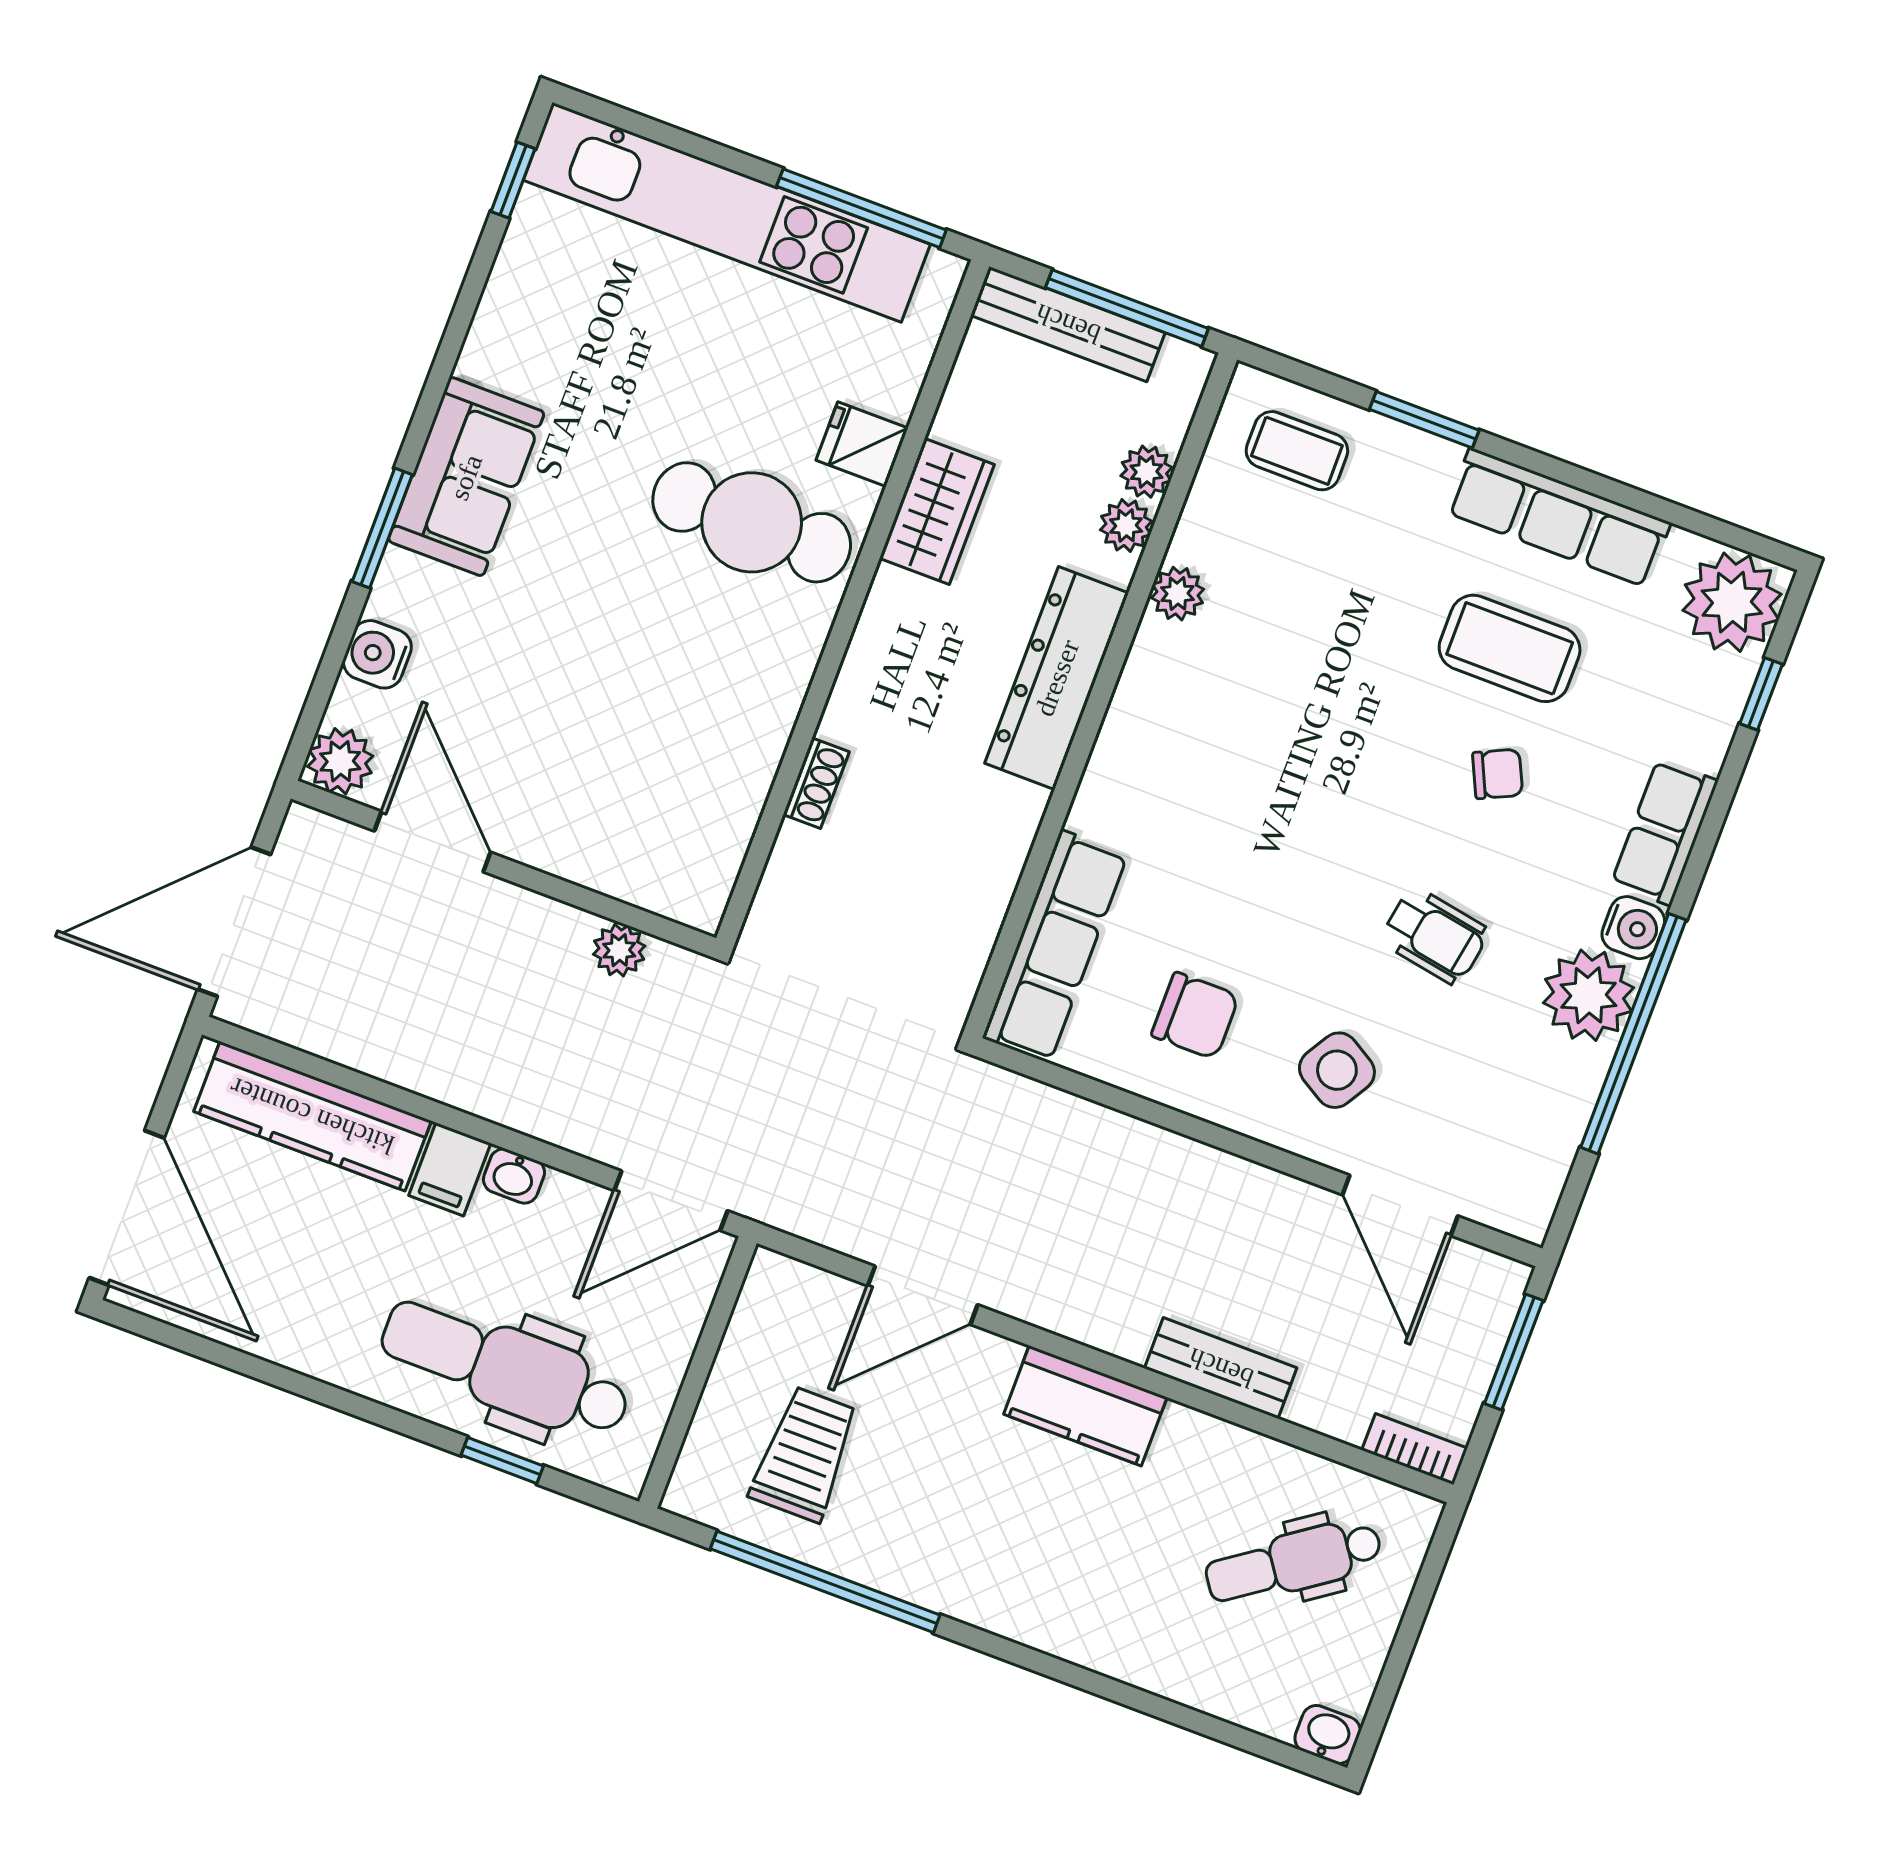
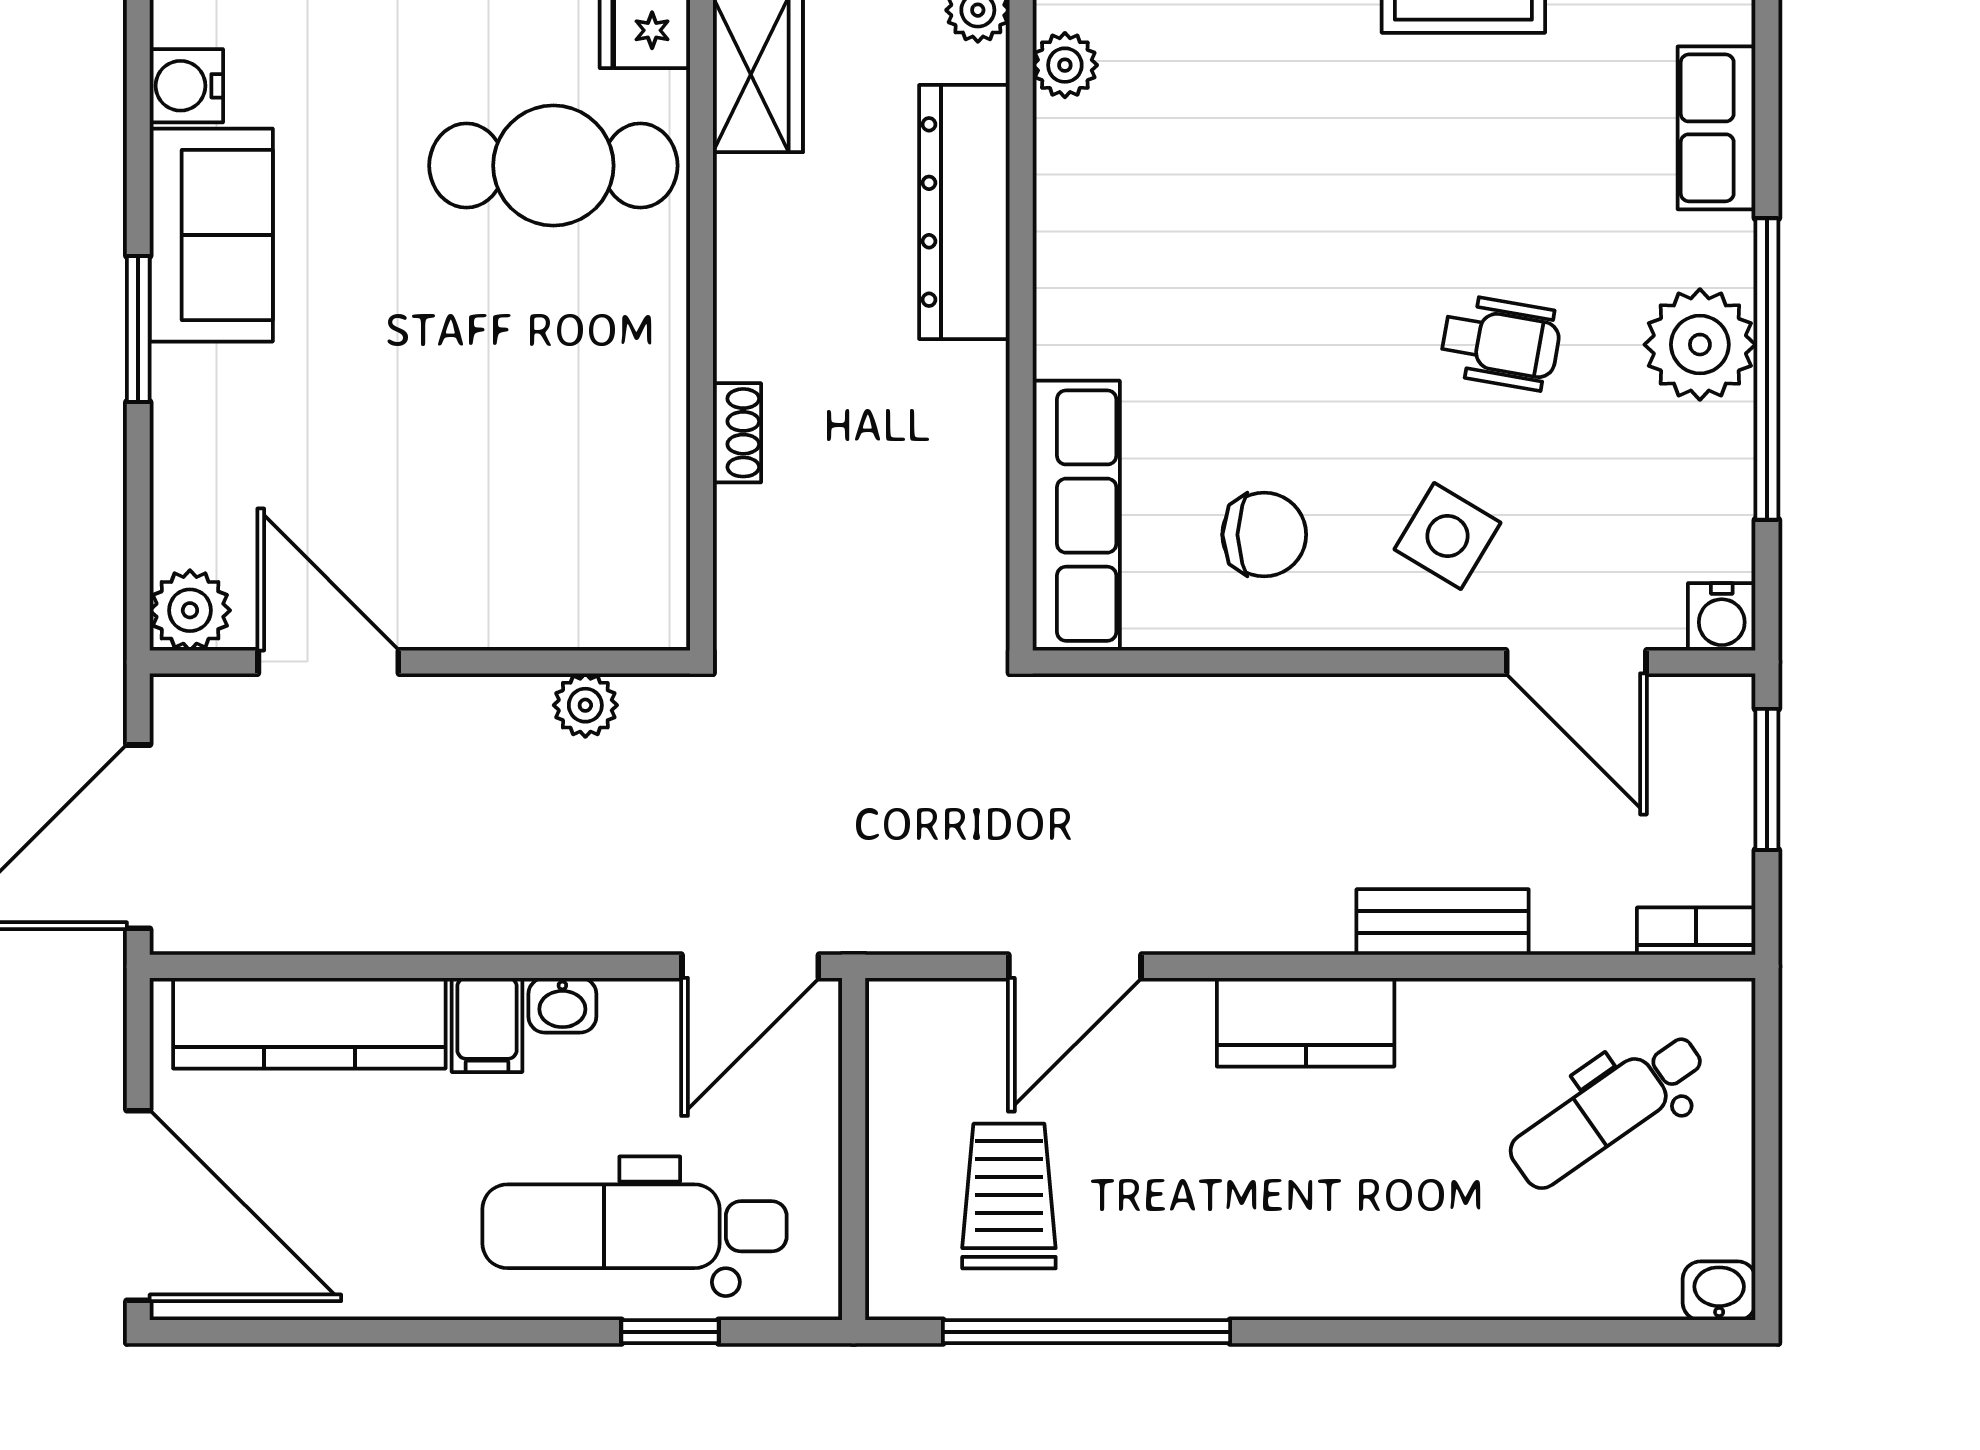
water cooler: (377, 654) -> (186, 86), moved
chair: (1498, 774) -> (1503, 133), removed
water cooler: (1633, 928) -> (1722, 617), moved, turned 90

